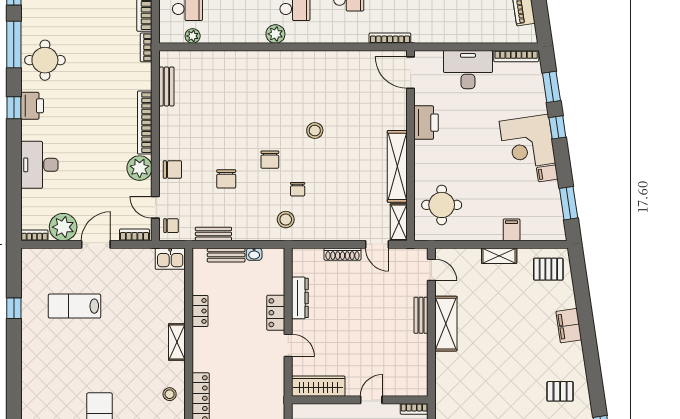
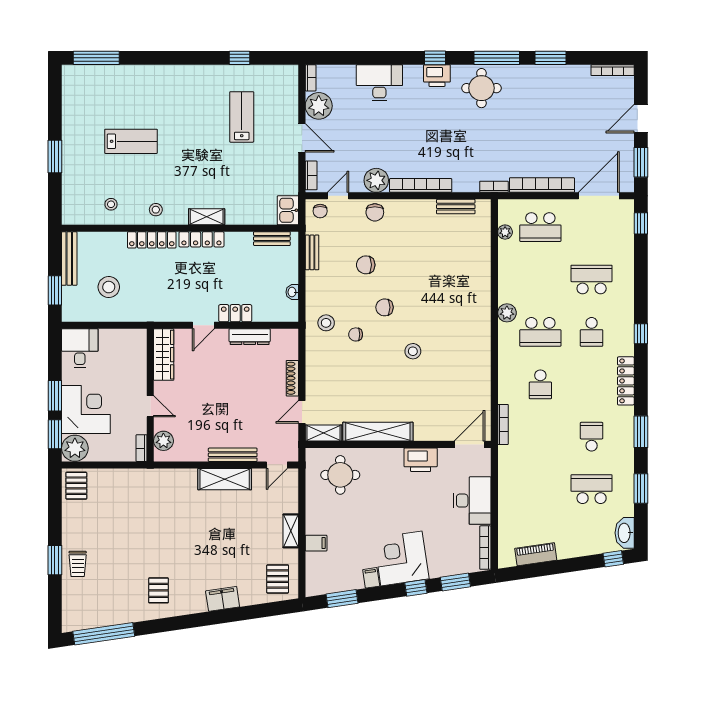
bench: (226, 255) -> (272, 239), moved, turned 90
locker: (200, 311) -> (201, 239), moved, width x1.53
bench: (421, 315) -> (233, 455), width x1.36
plant: (407, 386) -> (163, 441), added

